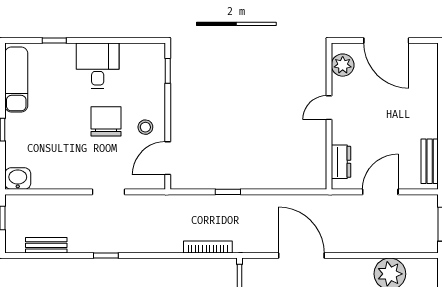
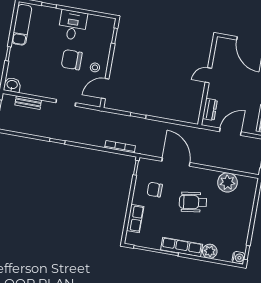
plant: (343, 65) -> (221, 51), removed
chair: (106, 121) -> (72, 60), turned -90
bench: (46, 245) -> (28, 103), moved

